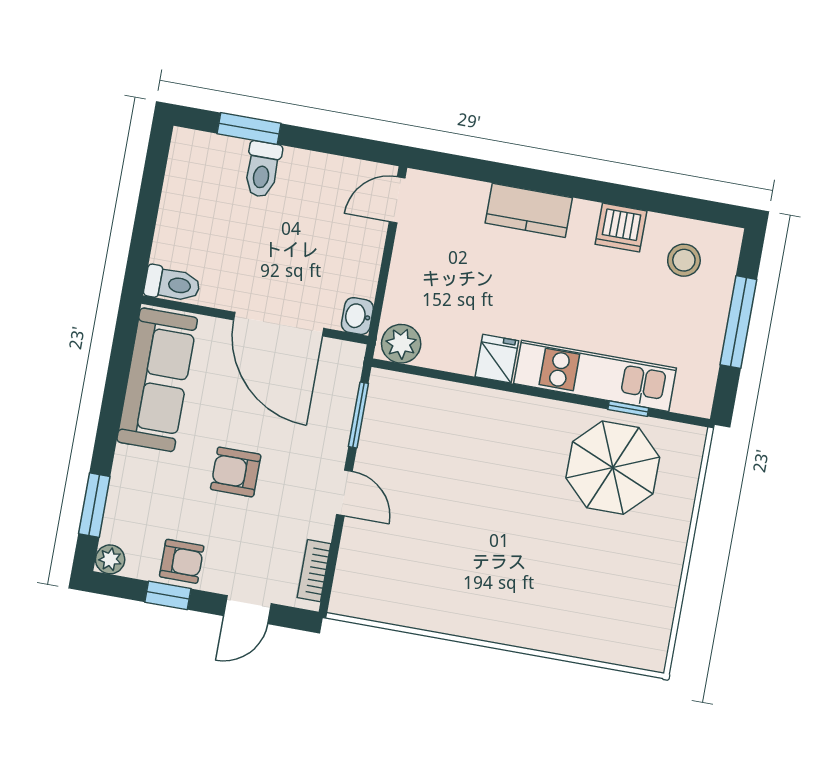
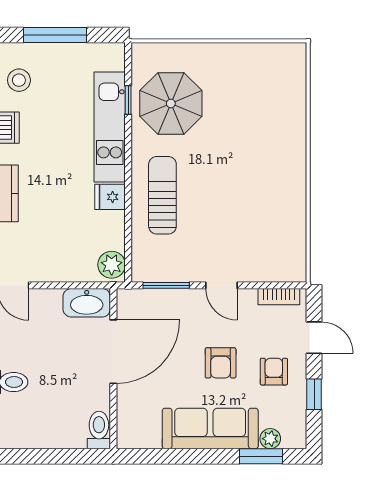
washbasin: (357, 316) -> (87, 303), width x1.91, depth x1.45
sofa: (157, 380) -> (210, 428), moved
sun lounger: (486, 433) -> (162, 195), added
door: (344, 493) -> (221, 285), swing flipped
plant: (110, 559) -> (270, 439), moved
armchair: (182, 561) -> (274, 372), moved

